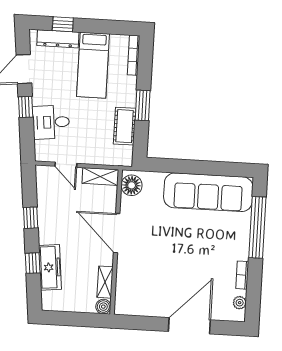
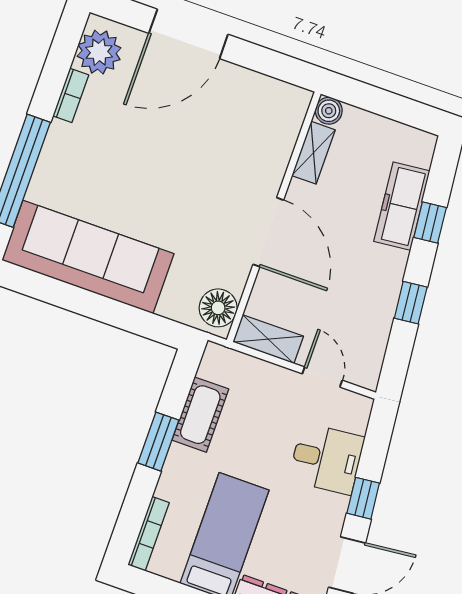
plant: (240, 303) -> (99, 52), width x1.88, depth x1.88

